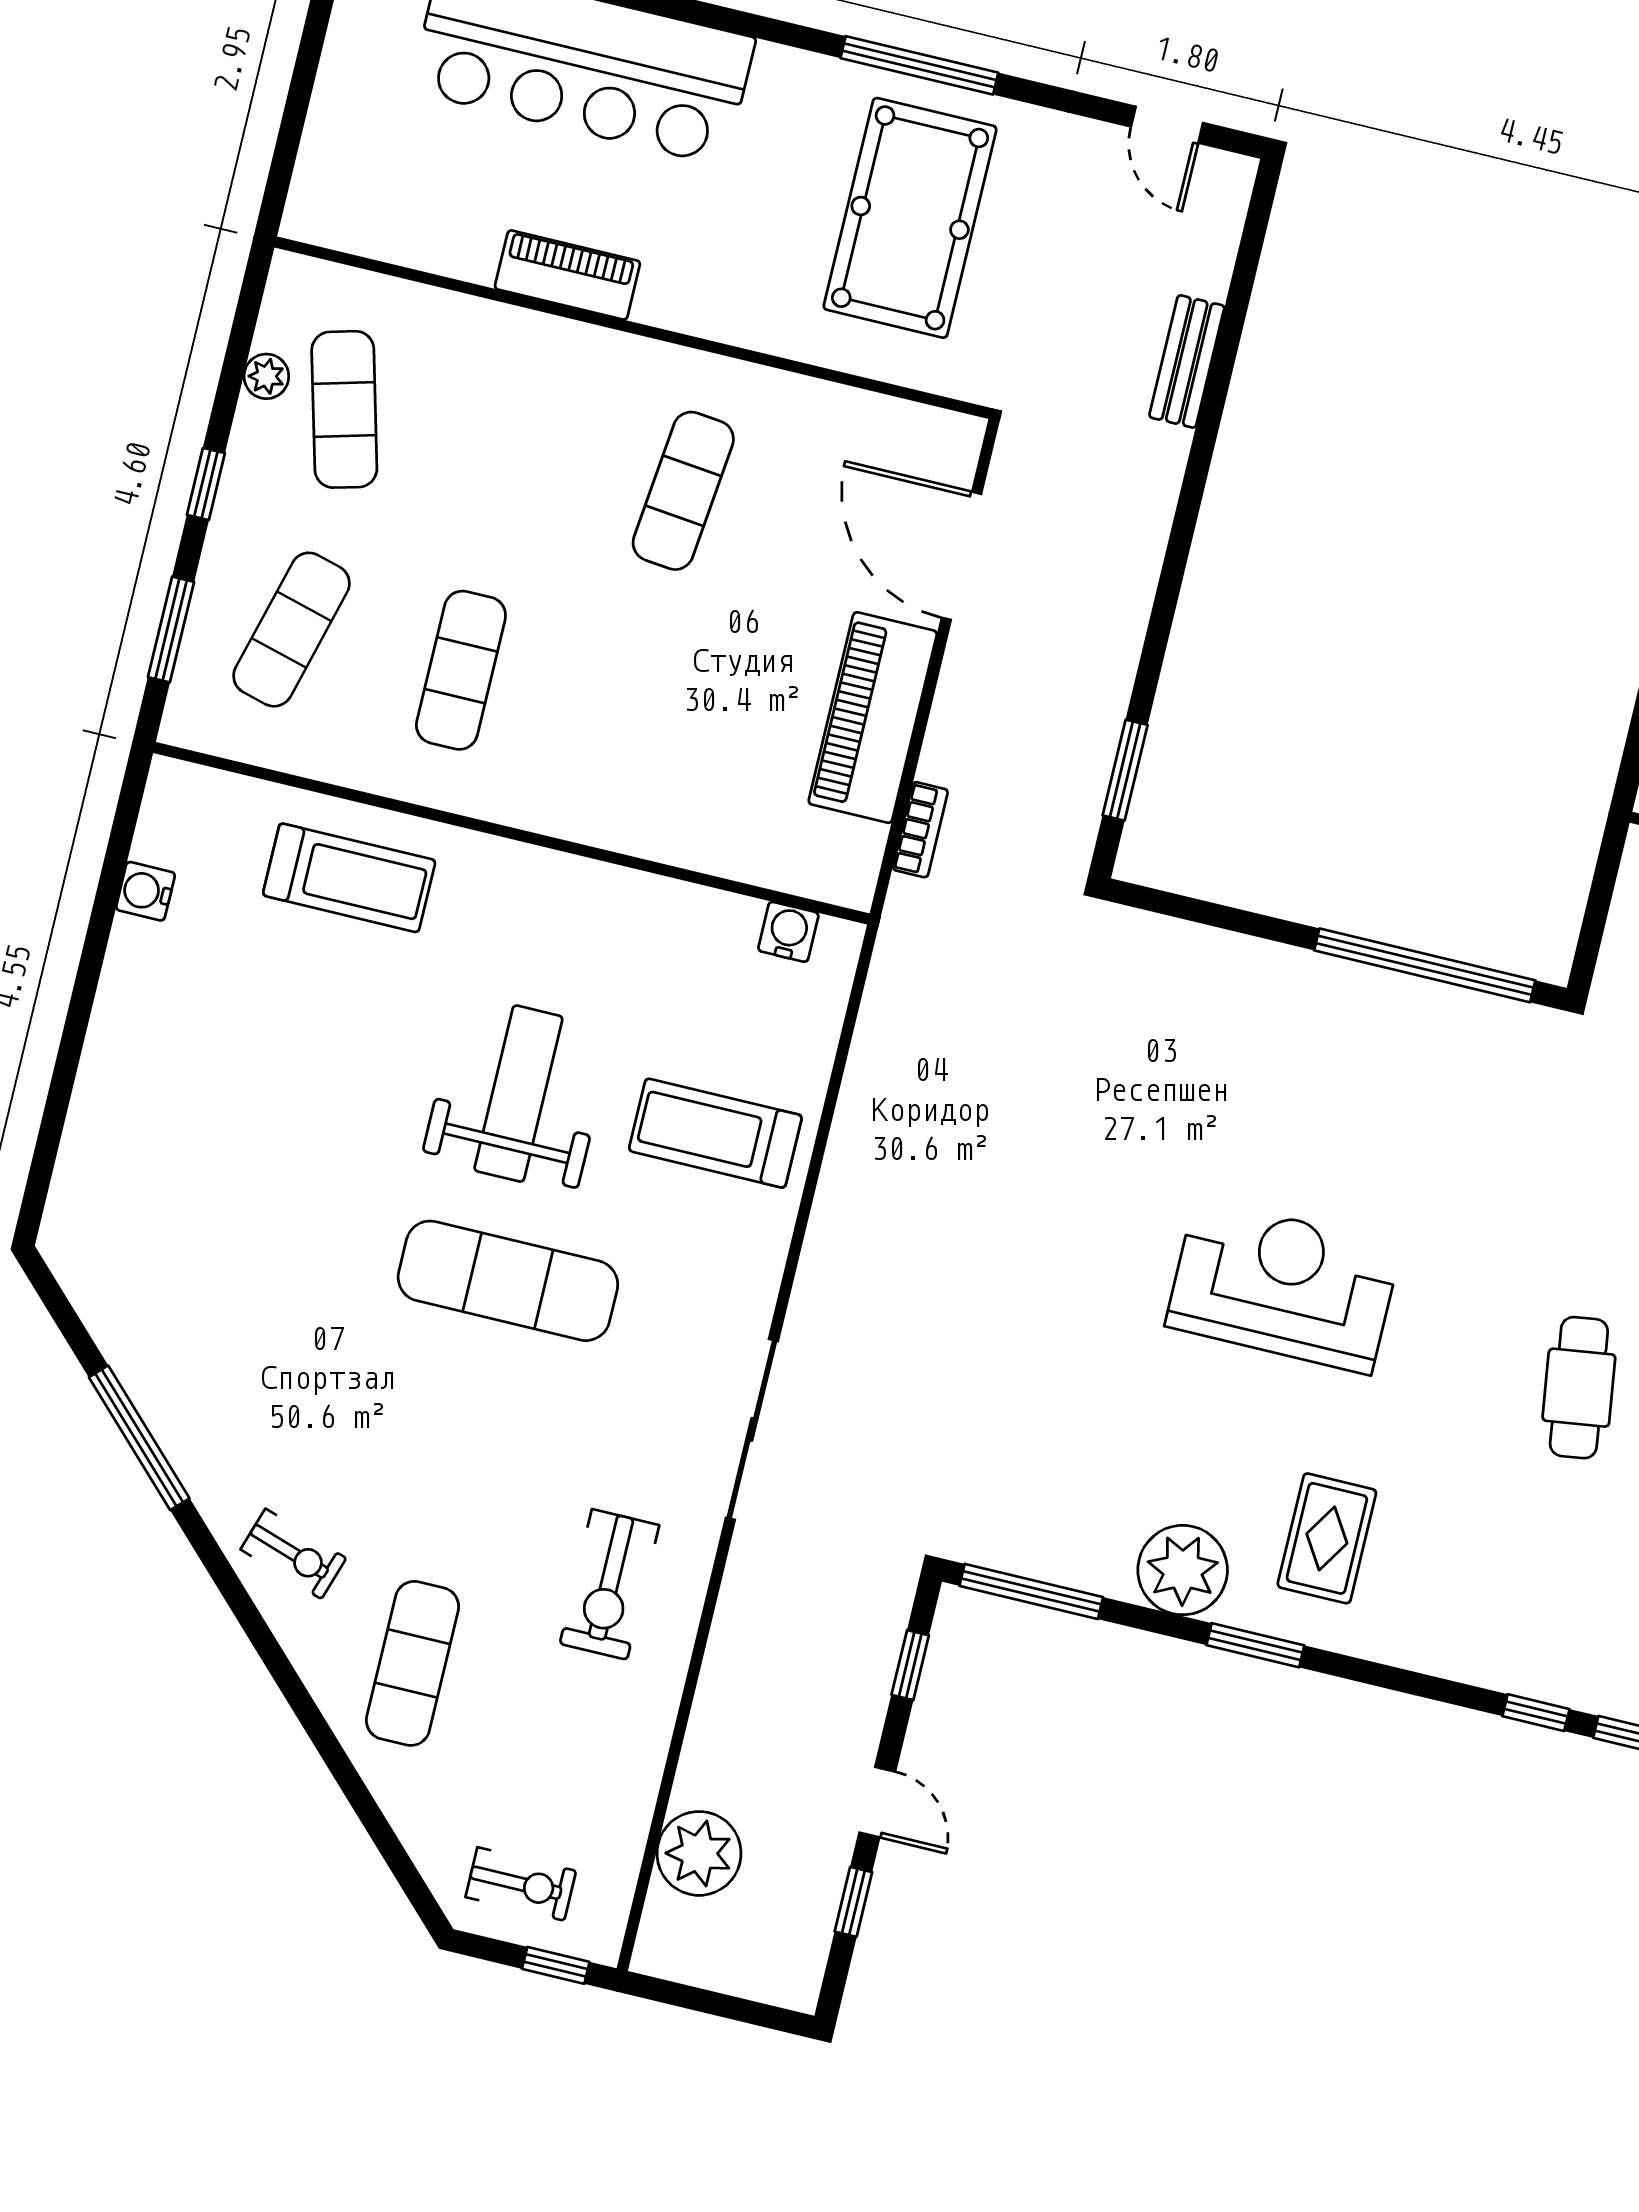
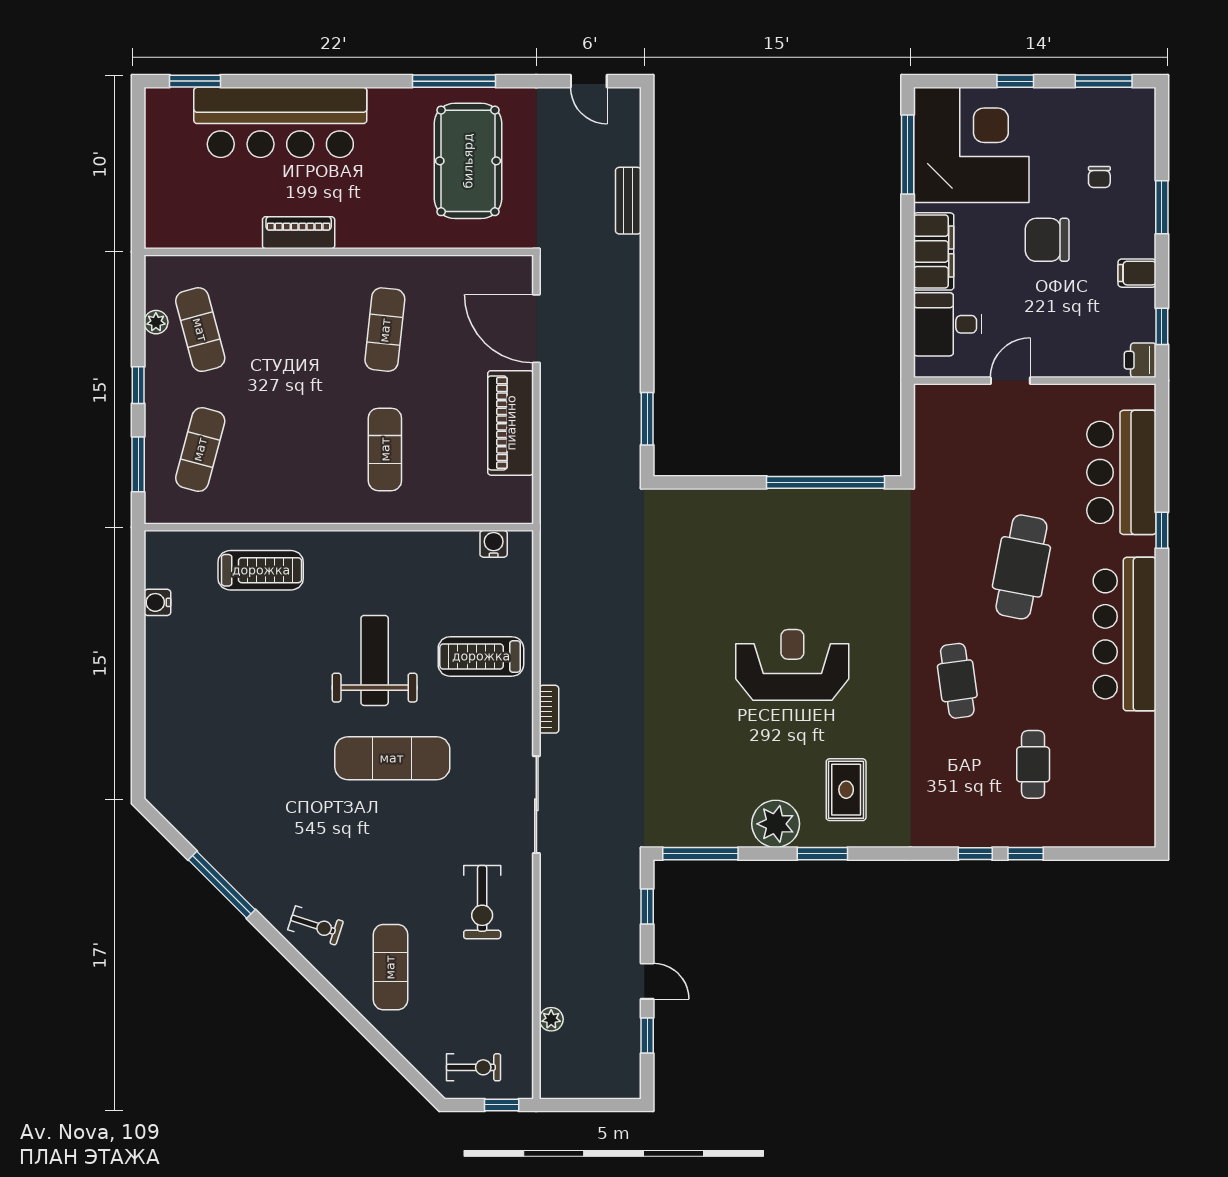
exercise mat: (461, 670) -> (385, 449), moved
bookcase: (920, 830) -> (549, 709), moved
plant: (699, 1853) -> (551, 1019), width x0.53, depth x0.53

